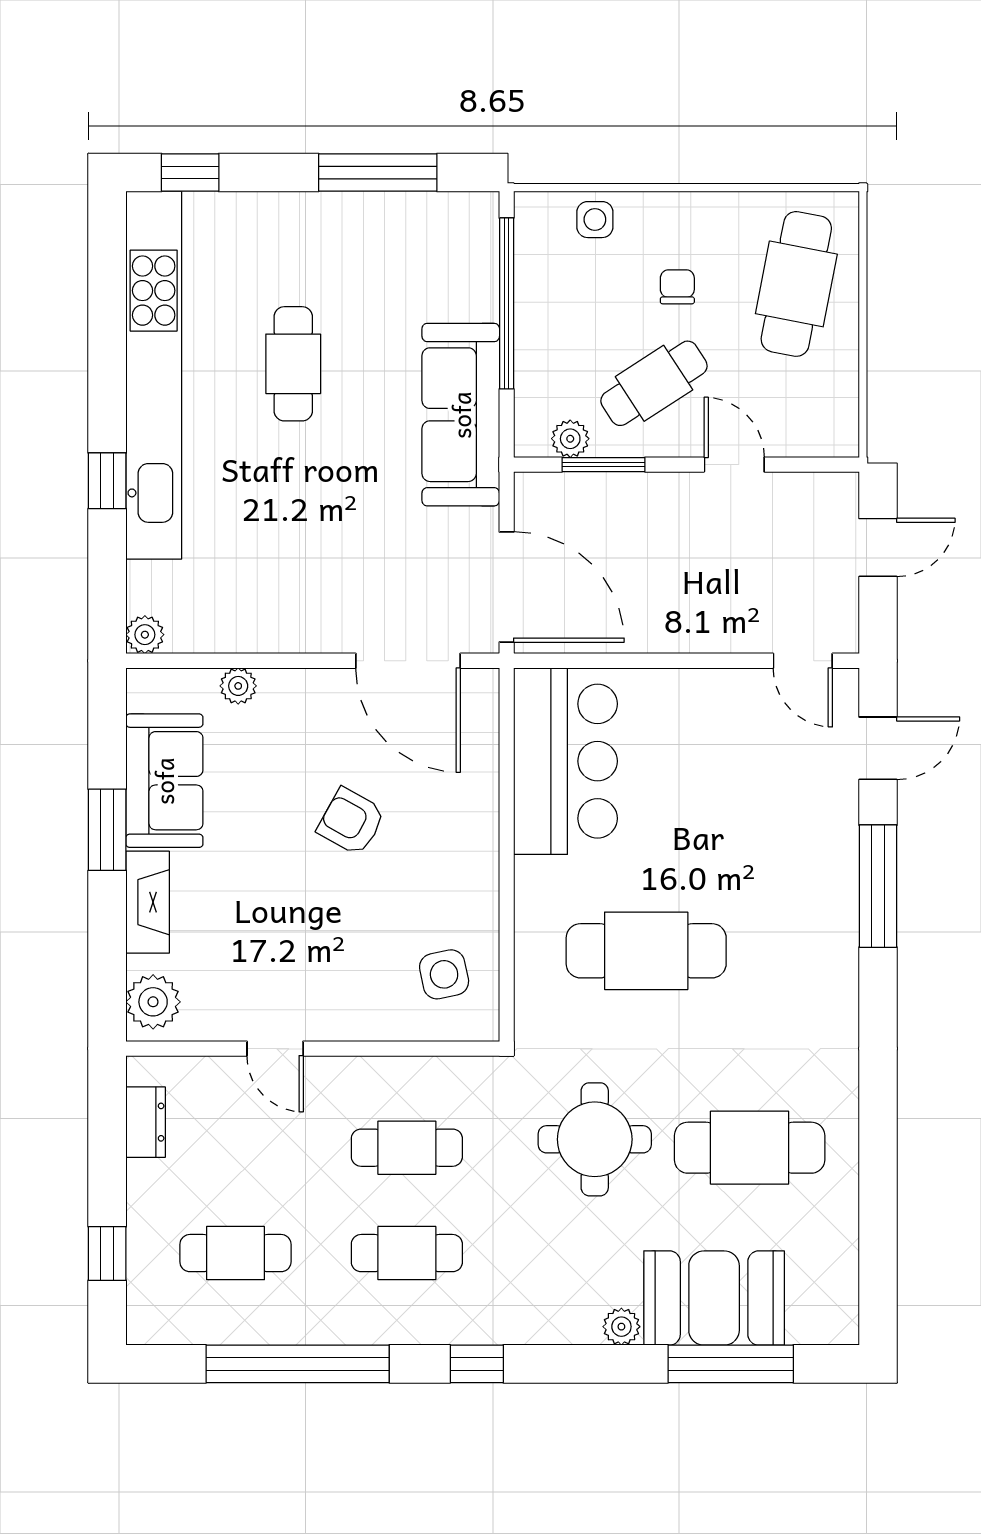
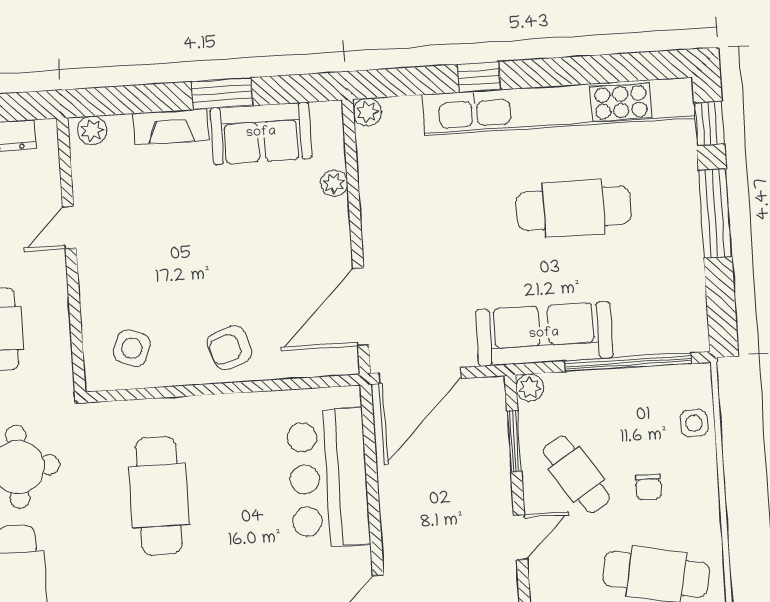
window: (378, 173) -> (715, 213), moved
chair: (677, 287) -> (648, 487), turned 90
cafe table: (293, 364) -> (574, 208), width x1.37, depth x1.35
plant: (570, 439) -> (530, 388), moved
bar counter: (565, 761) -> (328, 478), moved, turned 90
armchair: (351, 821) -> (230, 348), moved, turned -138
side table: (444, 974) -> (132, 348), turned 32
plant: (153, 1002) -> (92, 130), width x0.73, depth x0.73

